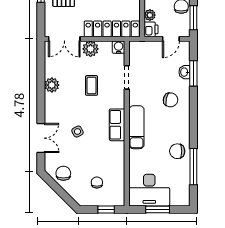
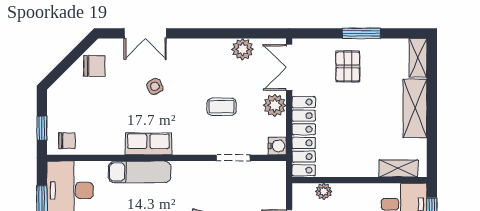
printer: (151, 29) -> (303, 193), removed
plant: (52, 85) -> (243, 49), moved
row of seats: (117, 125) -> (148, 144), moved
exam couch: (136, 127) -> (140, 172), moved
chair: (97, 183) -> (67, 141), moved

